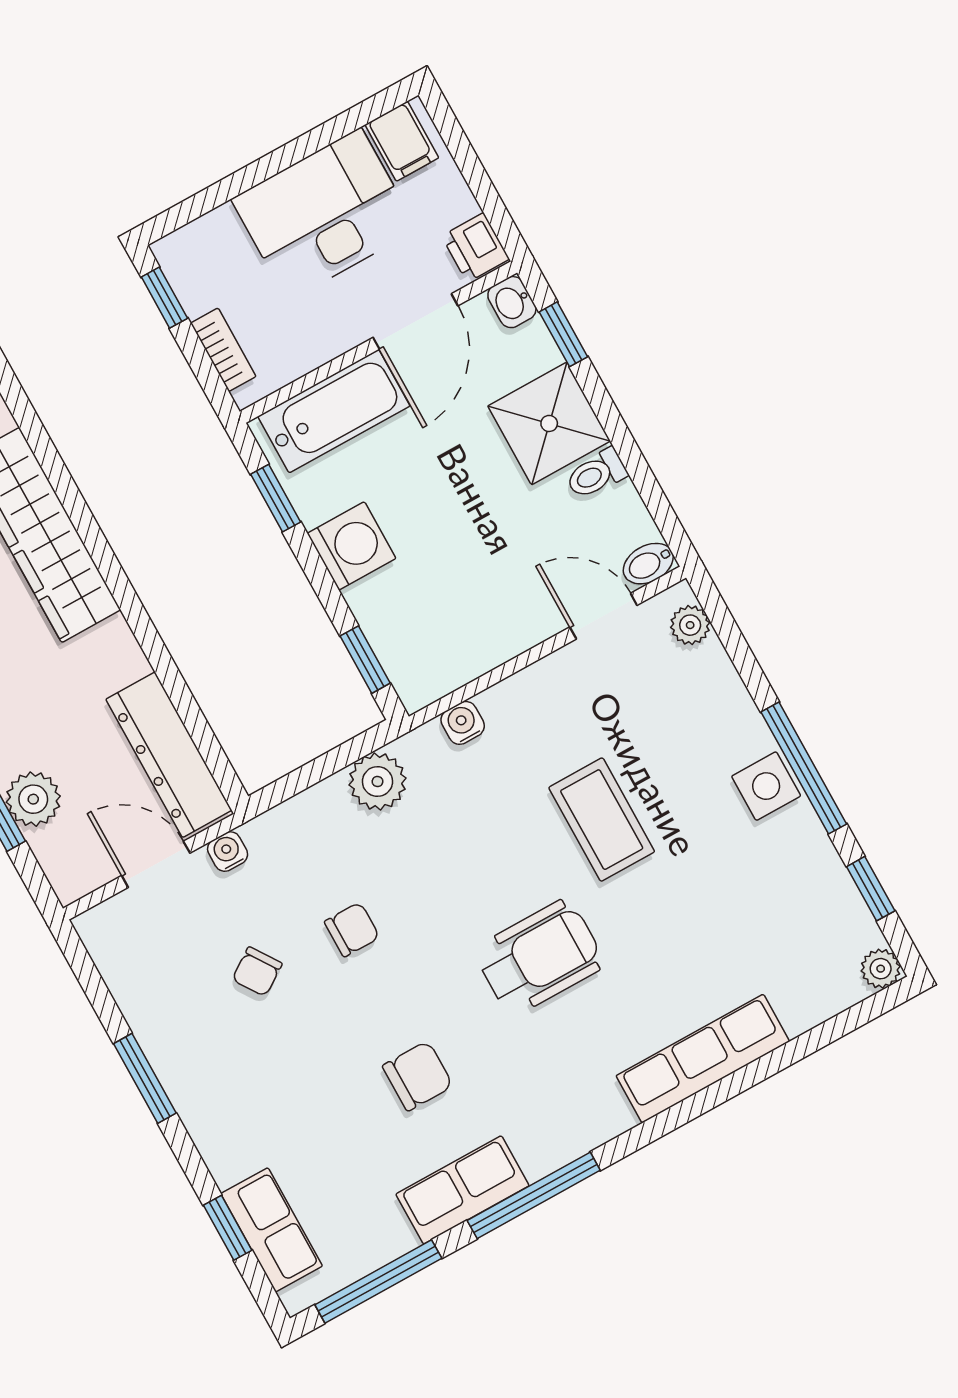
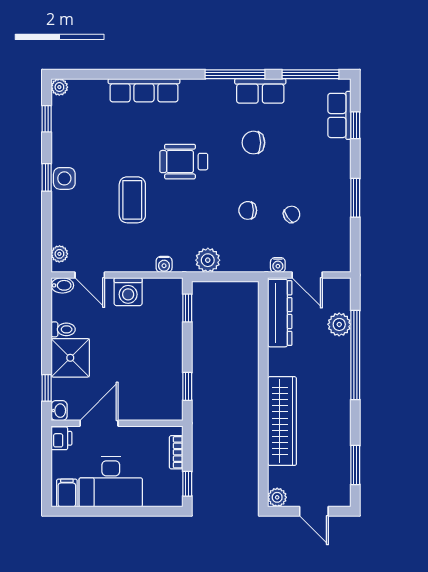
bathtub: (334, 411) -> (148, 407), removed
washing machine: (351, 546) -> (128, 292), moved, turned -90
window: (804, 768) -> (47, 177), width x0.46

